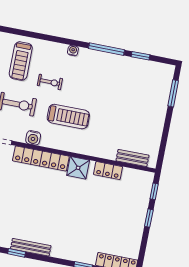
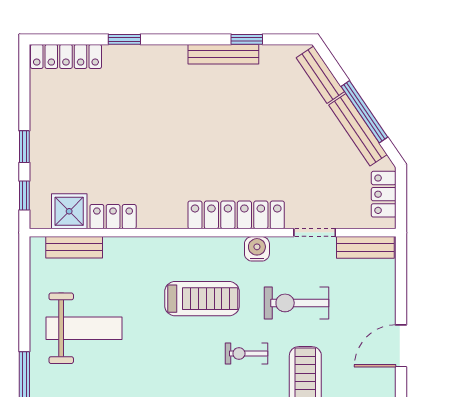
weight bench: (136, 113) -> (84, 328), added
treadmill: (68, 117) -> (202, 299), turned 180
shower: (78, 168) -> (69, 211), moved

